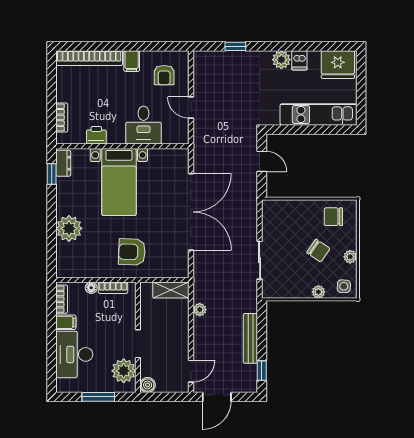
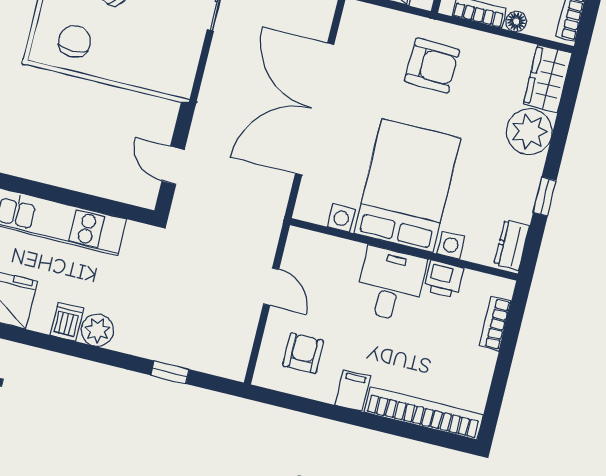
desk: (144, 125) -> (390, 284), moved
window: (52, 174) -> (545, 197), moved
bed with nightstands: (119, 182) -> (407, 186), width x1.36
chair: (333, 217) -> (74, 41), turned -90
wardrobe: (66, 260) -> (548, 79), added

